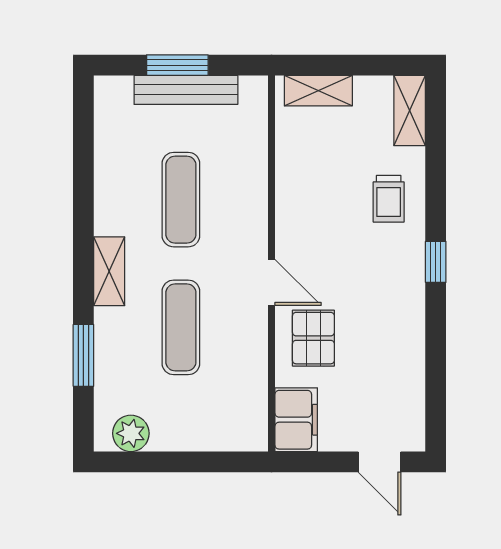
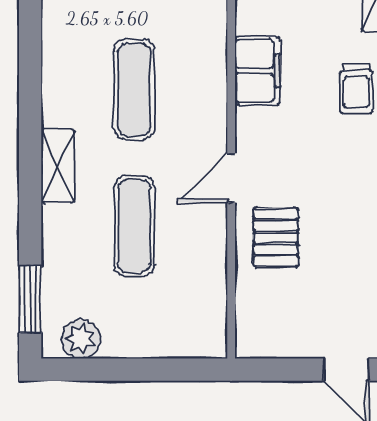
door: (272, 282) -> (231, 178), swing flipped
window: (83, 355) -> (30, 299), moved
filing cabinet: (296, 420) -> (257, 71), moved

